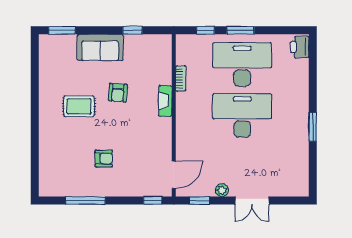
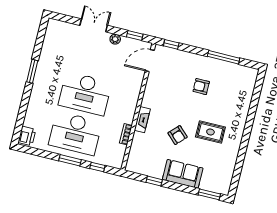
armchair: (118, 93) -> (178, 135), turned 130

